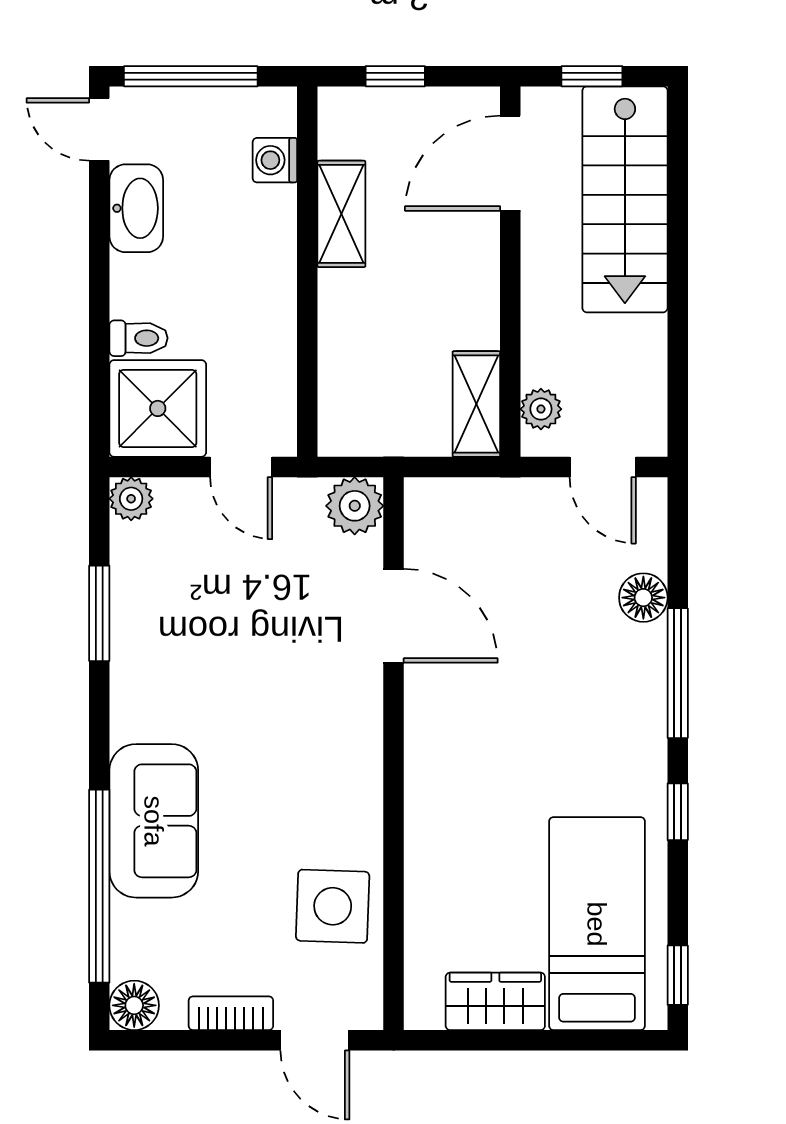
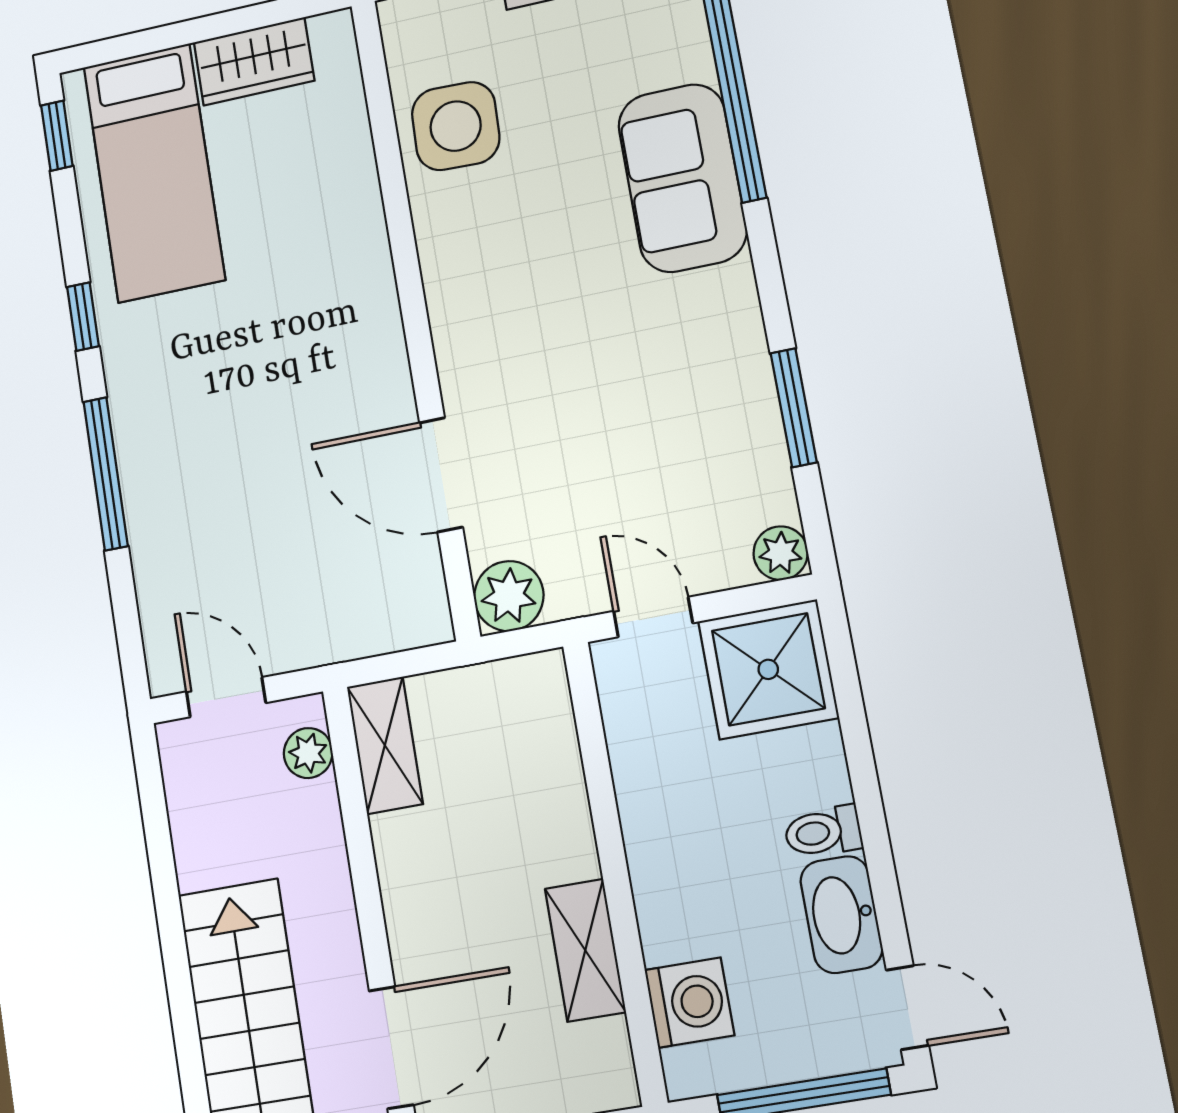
washing machine: (275, 160) -> (689, 1003), width x1.38, depth x1.38
toilet: (138, 338) -> (823, 832), moved
floor lamp: (643, 598) -> (157, 553), removed

